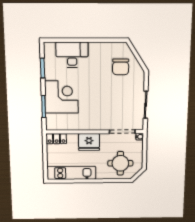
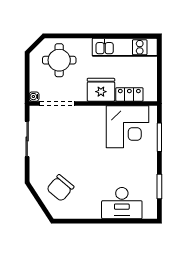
chair: (121, 67) -> (60, 188), turned -140
corner desk: (61, 97) -> (128, 127), moved, turned -90
locker: (57, 139) -> (129, 94), moved

